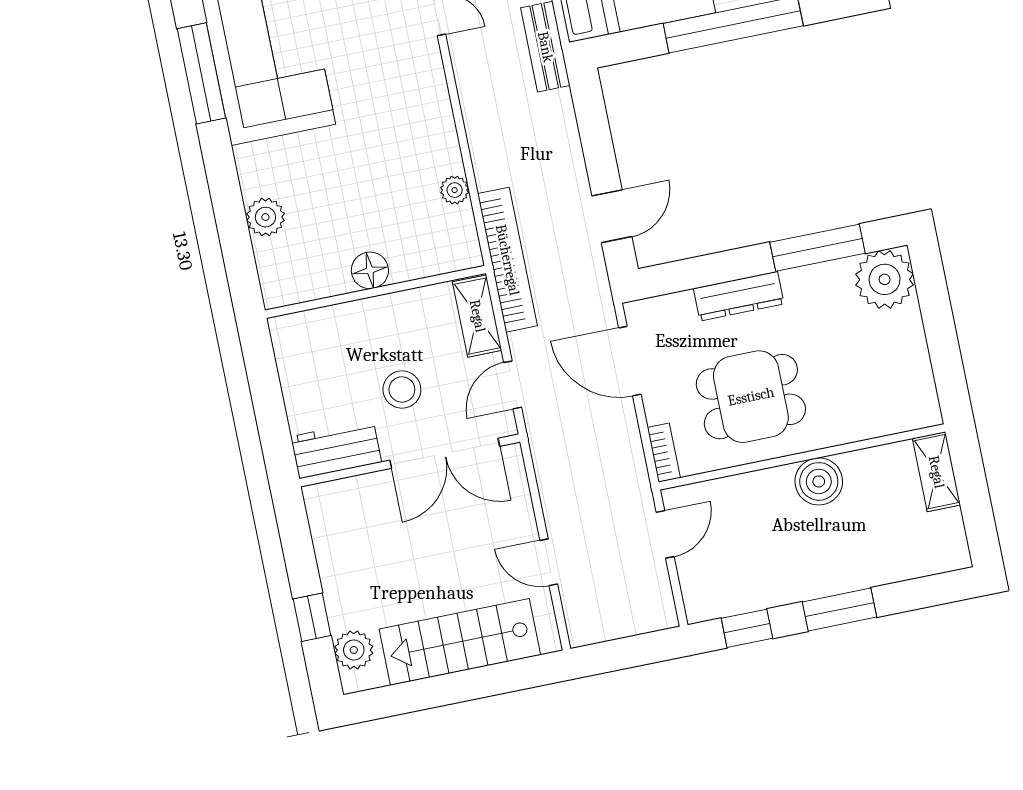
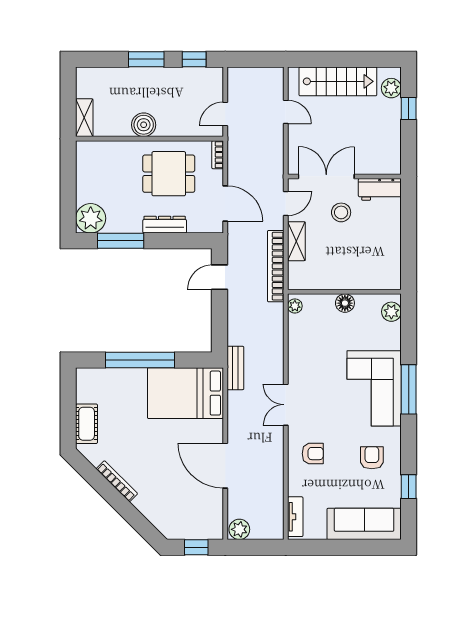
floor lamp: (370, 270) -> (345, 303), moved
wall: (375, 292) -> (344, 292), moved

